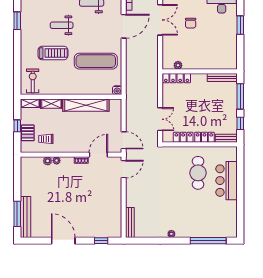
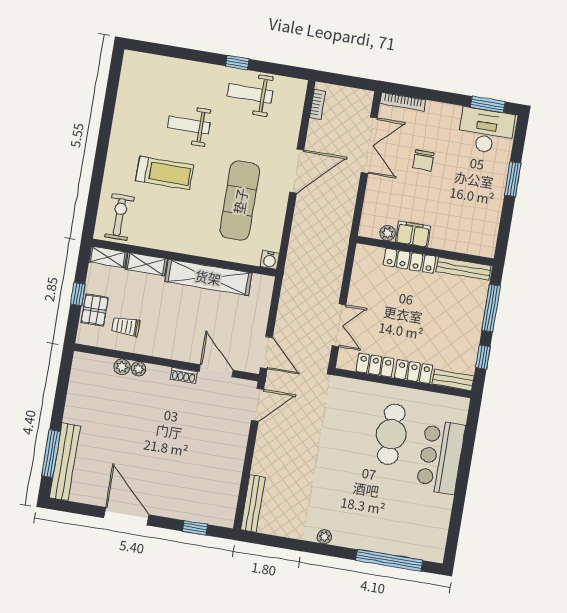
window: (17, 21) -> (110, 104), removed
door: (124, 26) -> (297, 171), moved
exercise mat: (96, 61) -> (240, 201), turned 90
filing cabinet: (192, 64) -> (413, 234), added
locker: (177, 78) -> (410, 261), moved
door: (98, 155) -> (216, 371), hinge flipped

